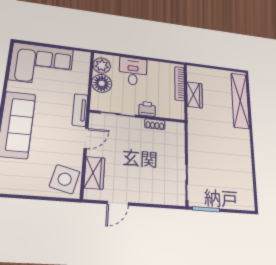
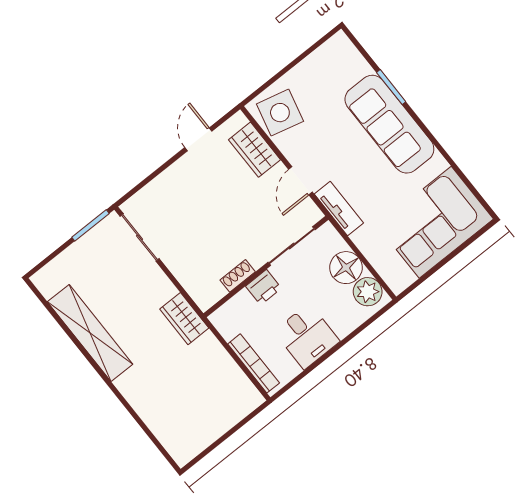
desk: (133, 71) -> (307, 336), moved
wardrobe: (195, 95) -> (184, 319), moved
shelving: (240, 101) -> (90, 333), moved

